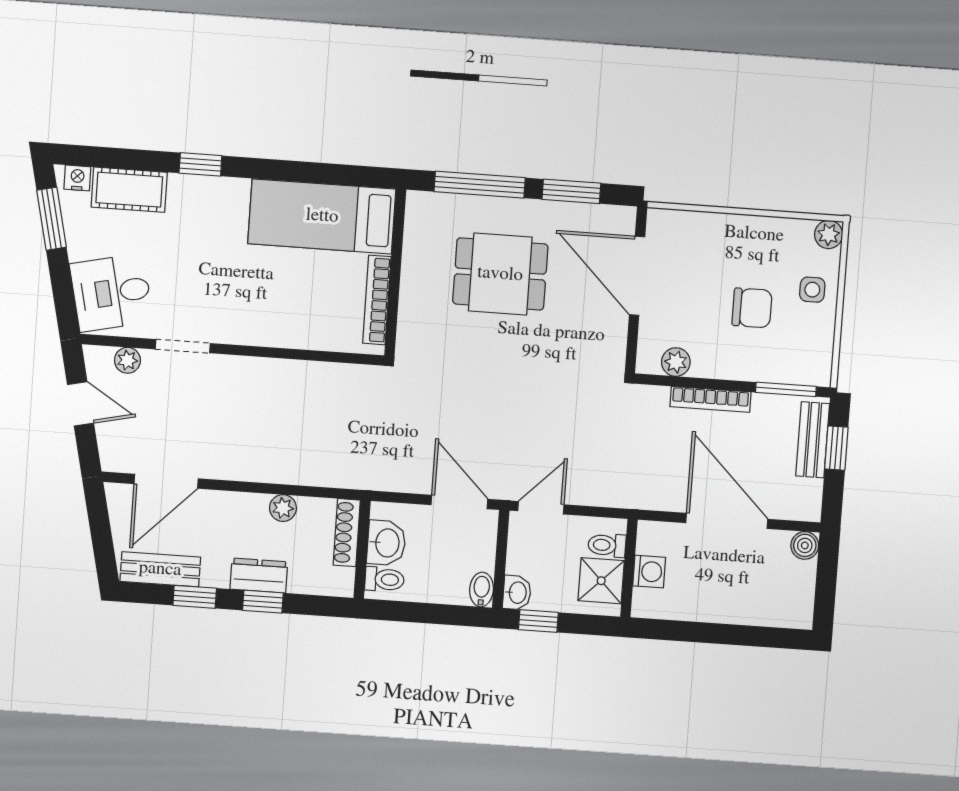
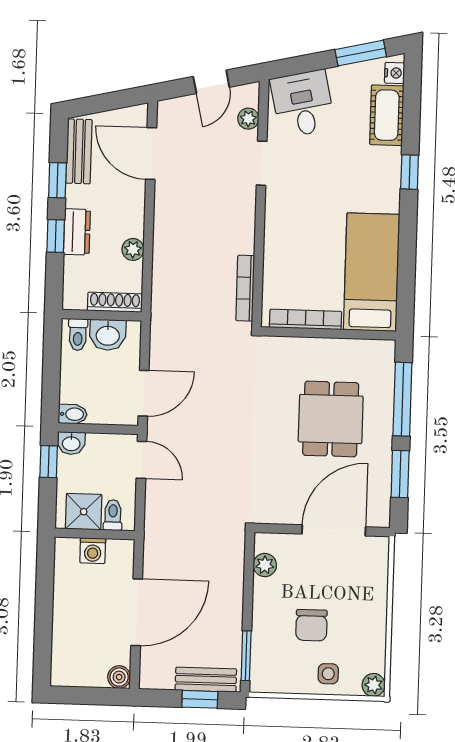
bookcase: (710, 399) -> (245, 288), moved

